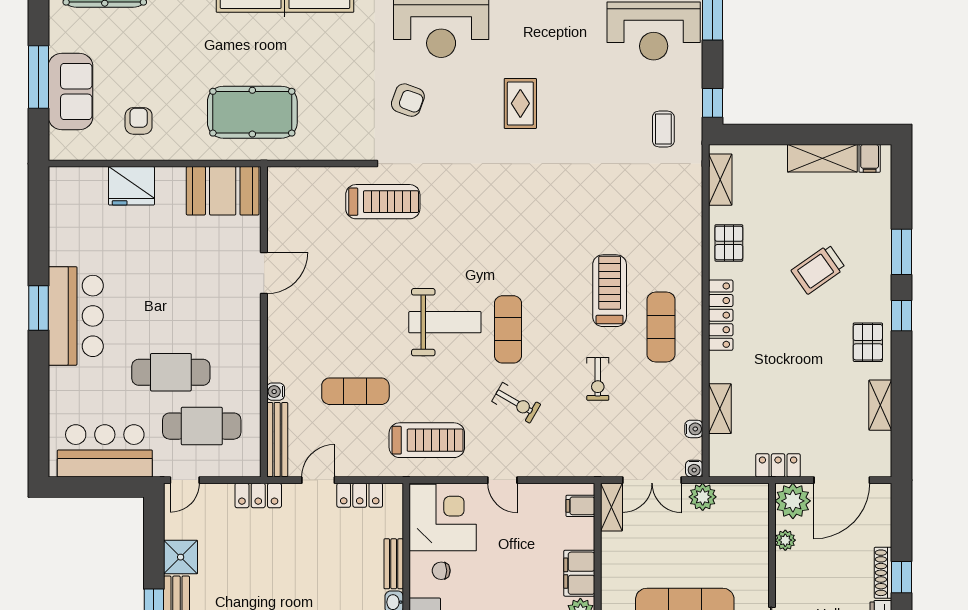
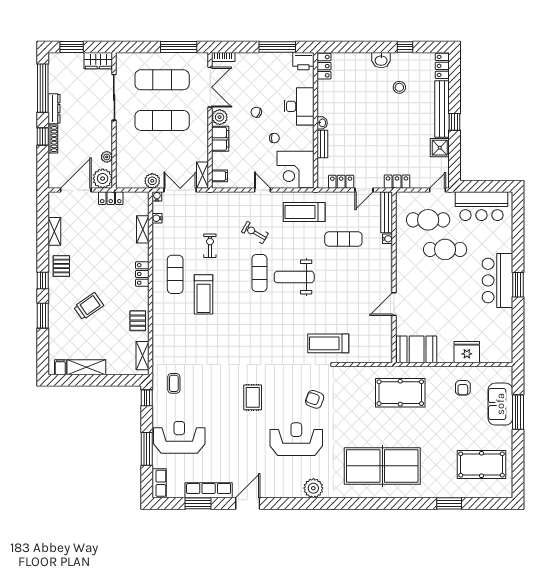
locker: (721, 315) -> (142, 274), width x0.66
chair: (441, 571) -> (274, 138), moved

